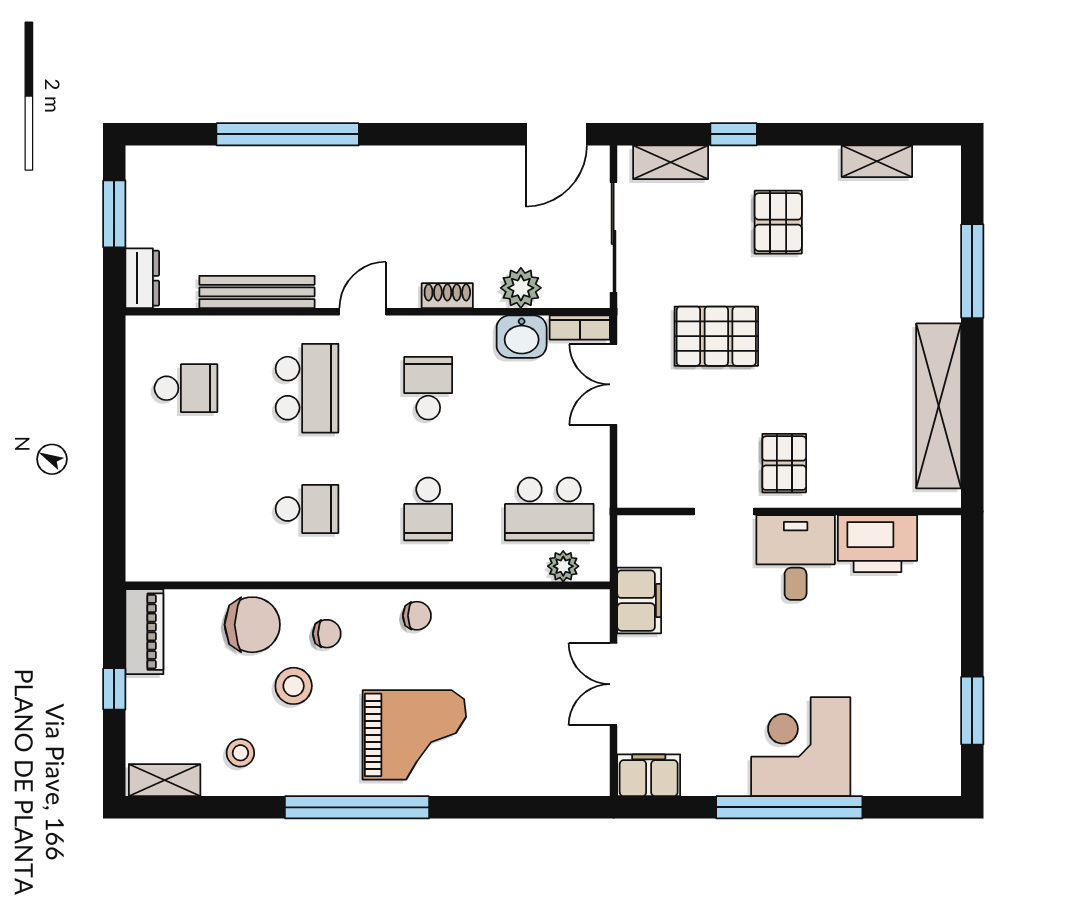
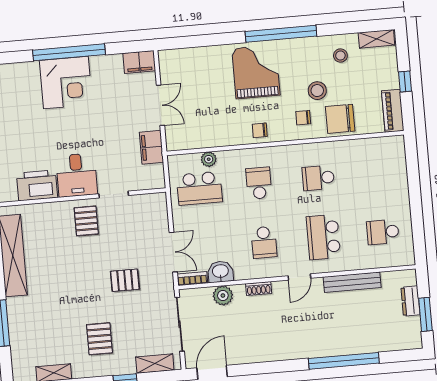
dresser: (142, 278) -> (410, 301), moved
pallet: (716, 336) -> (125, 280), width x0.67, depth x0.71
school desk: (549, 509) -> (199, 188), turned 180
plant: (563, 566) -> (209, 159), moved
grand piano: (414, 735) -> (256, 72), turned 90

